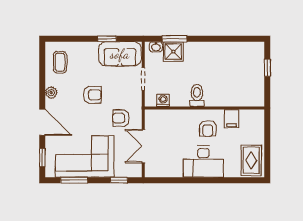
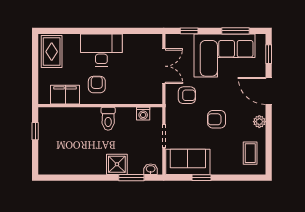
shower: (173, 52) -> (117, 164), moved
window: (267, 68) -> (35, 131), moved
filing cabinet: (232, 119) -> (65, 95), width x2.00

